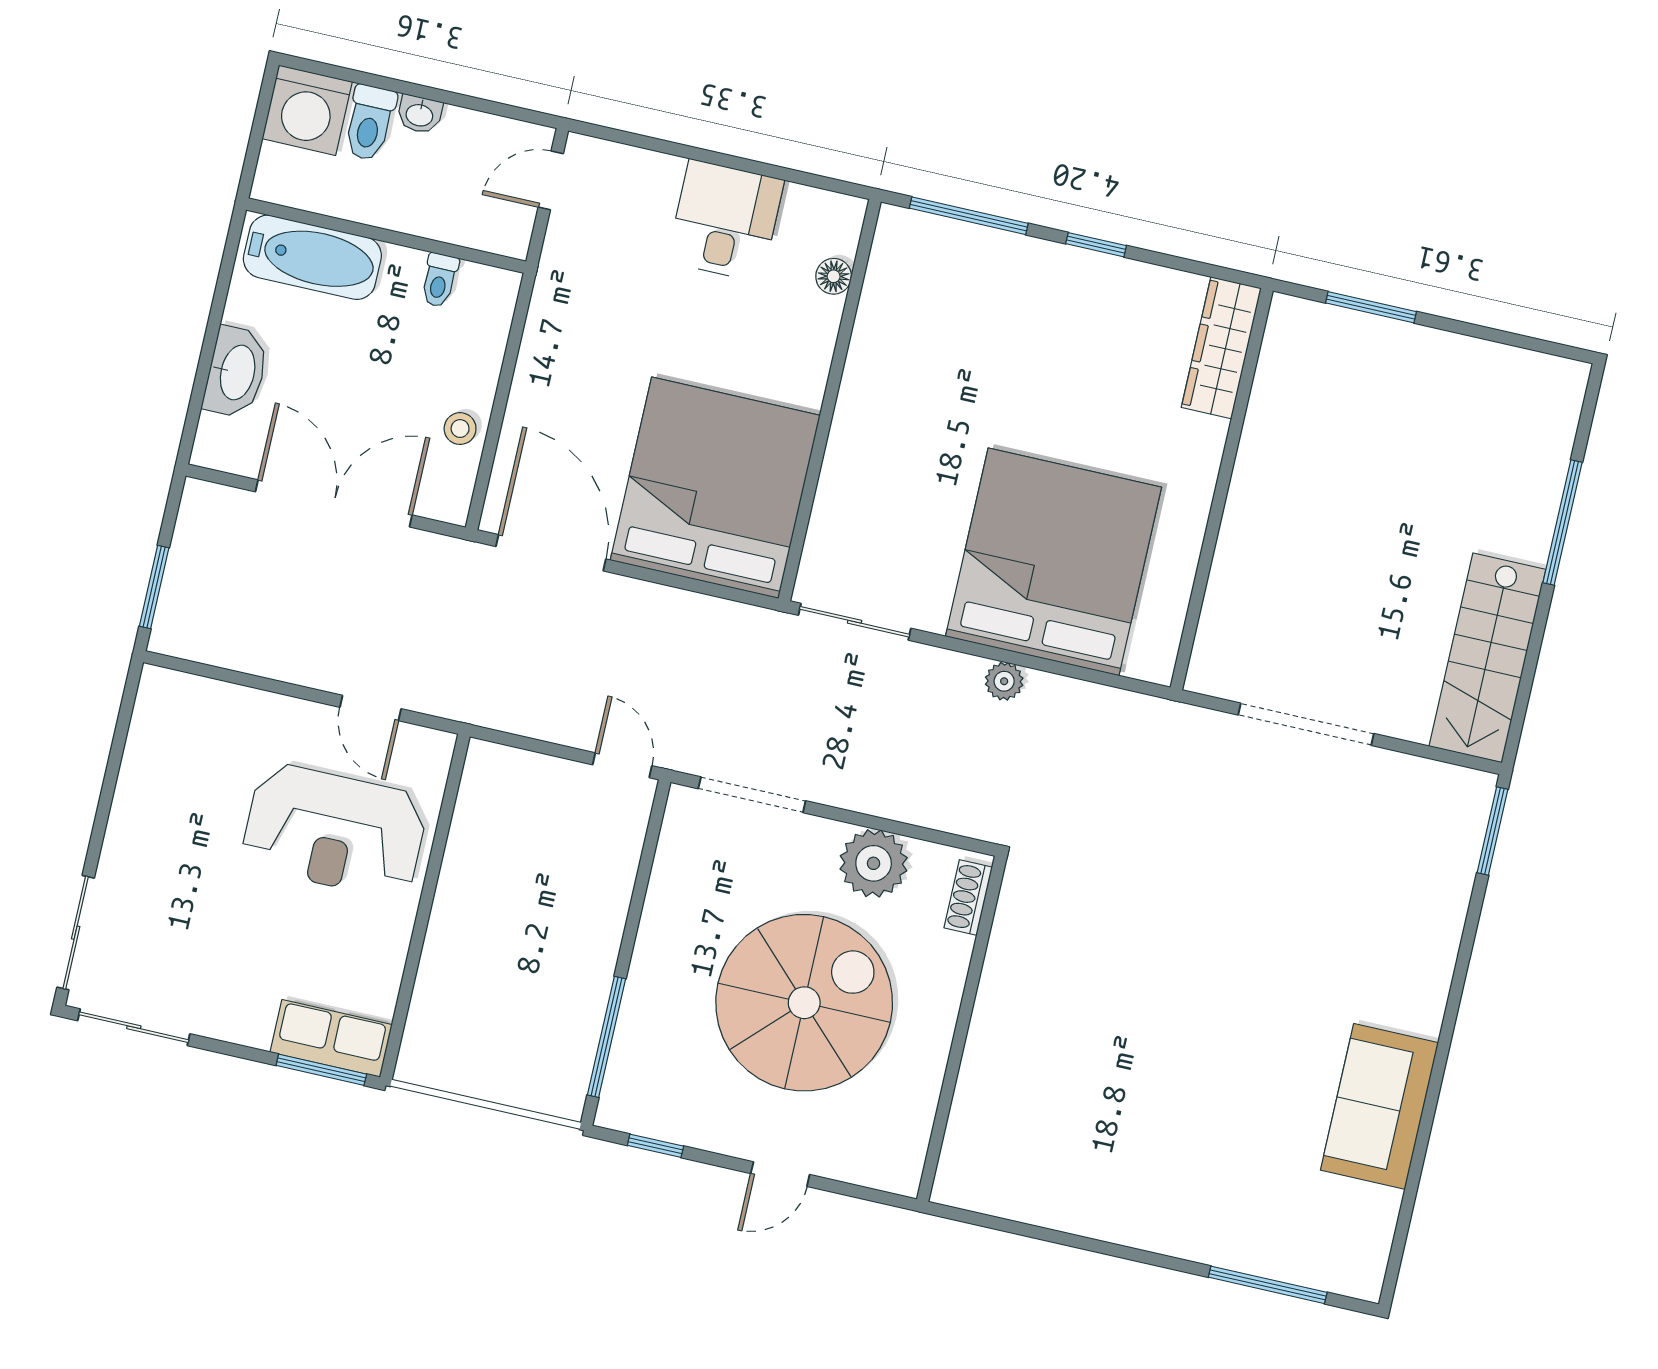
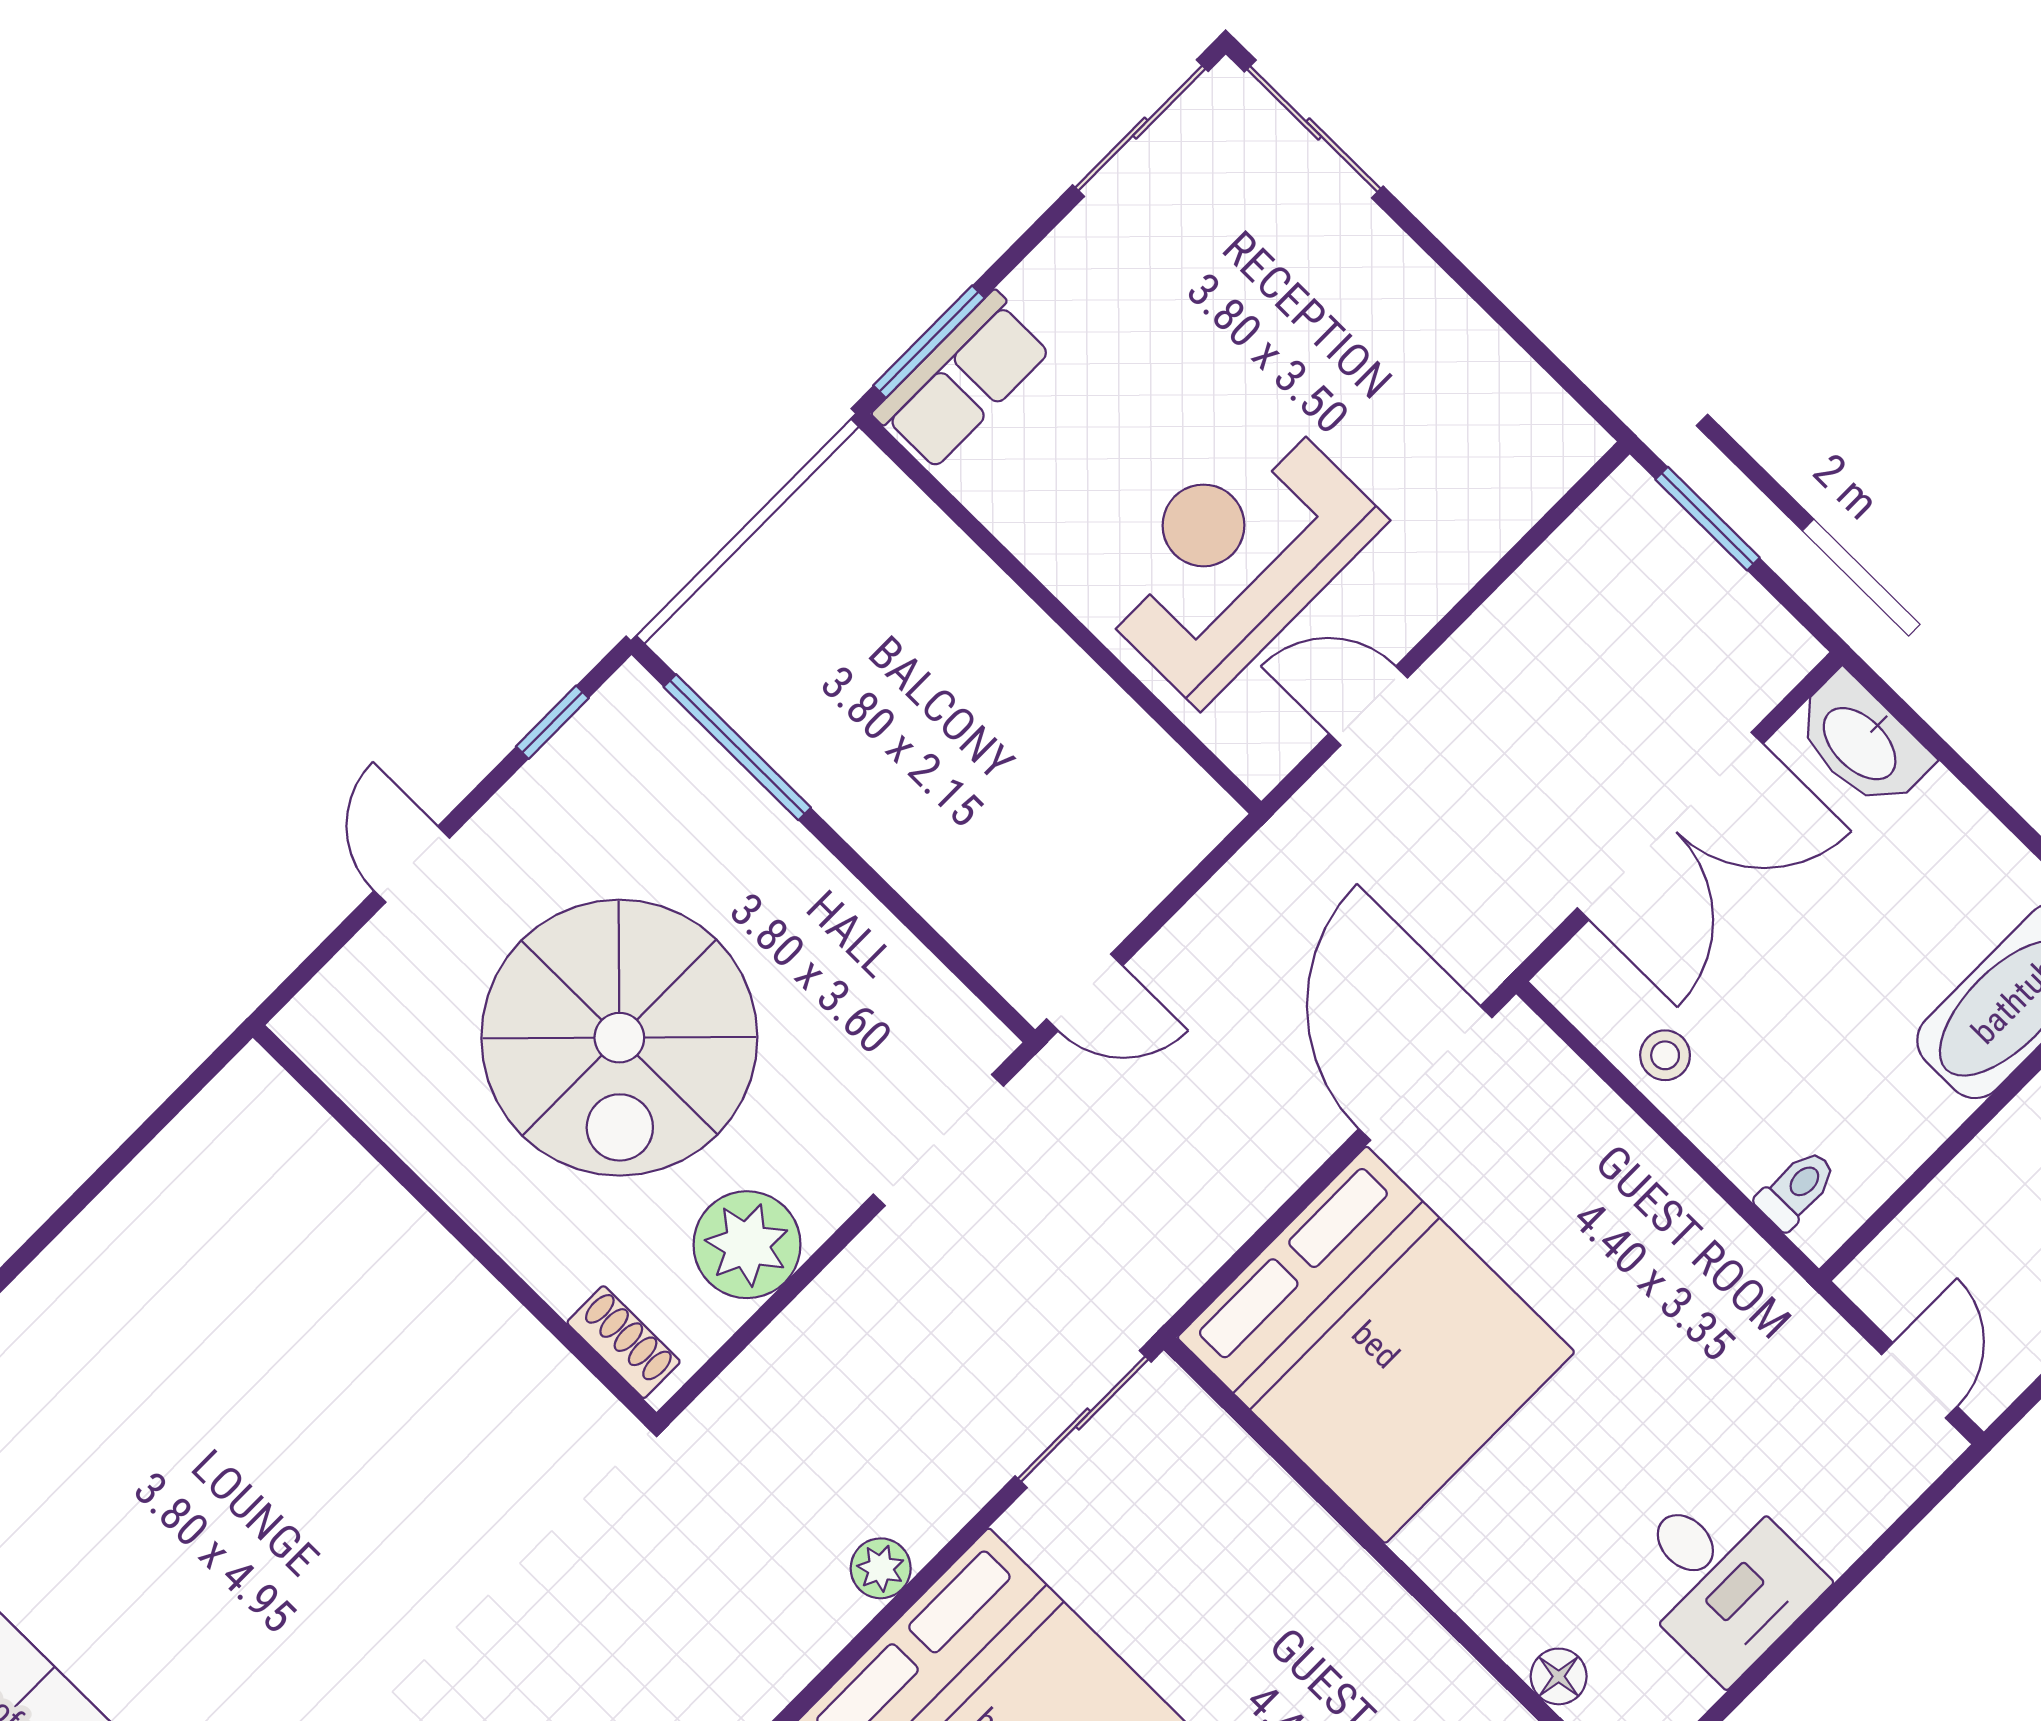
toilet: (439, 280) -> (1796, 1189), moved, turned 90
washbasin: (236, 372) -> (1861, 742), moved
door: (551, 553) -> (1425, 1073), swing flipped

